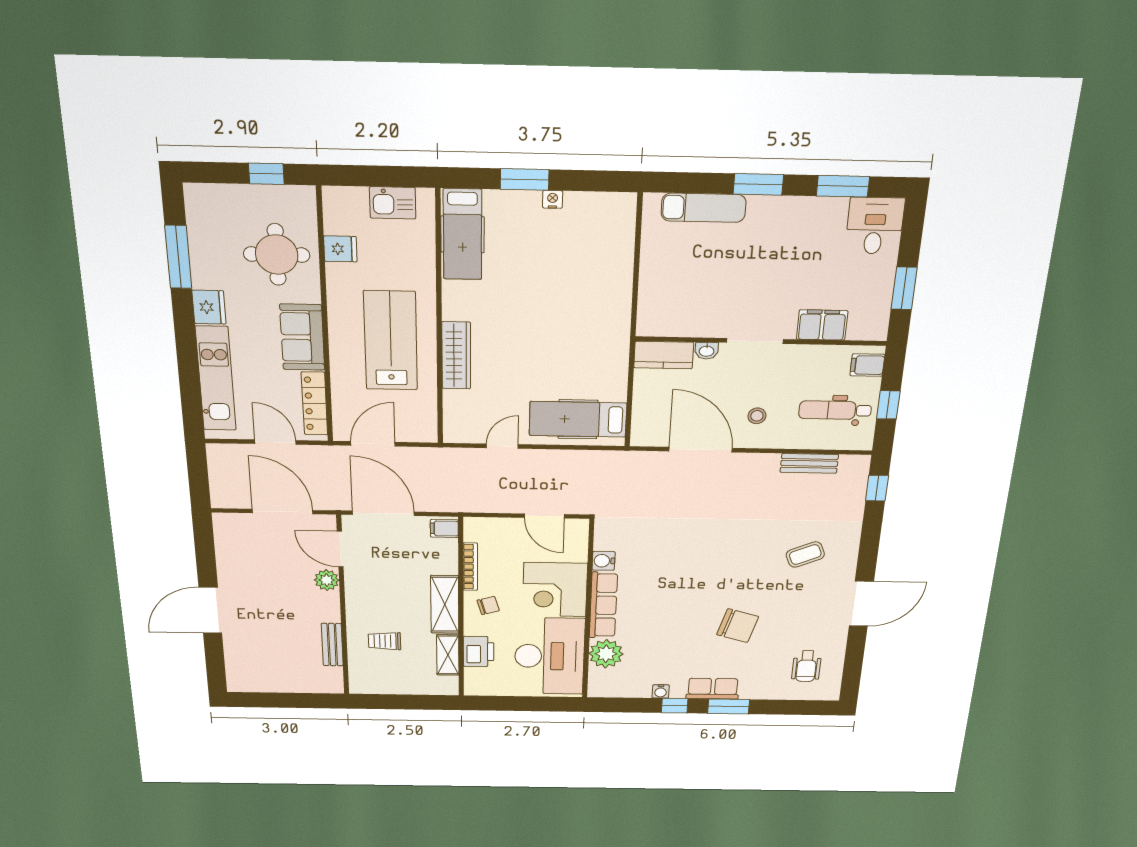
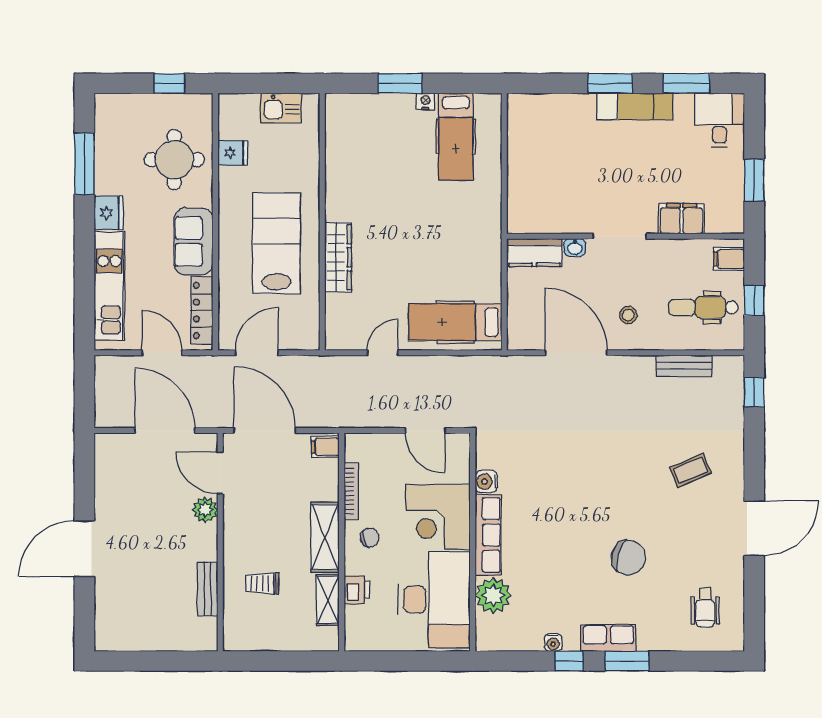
exam couch: (704, 208) -> (635, 106), moved
hospital bed: (462, 234) -> (456, 137), moved
printer: (479, 651) -> (357, 590), width x0.73, depth x0.81

